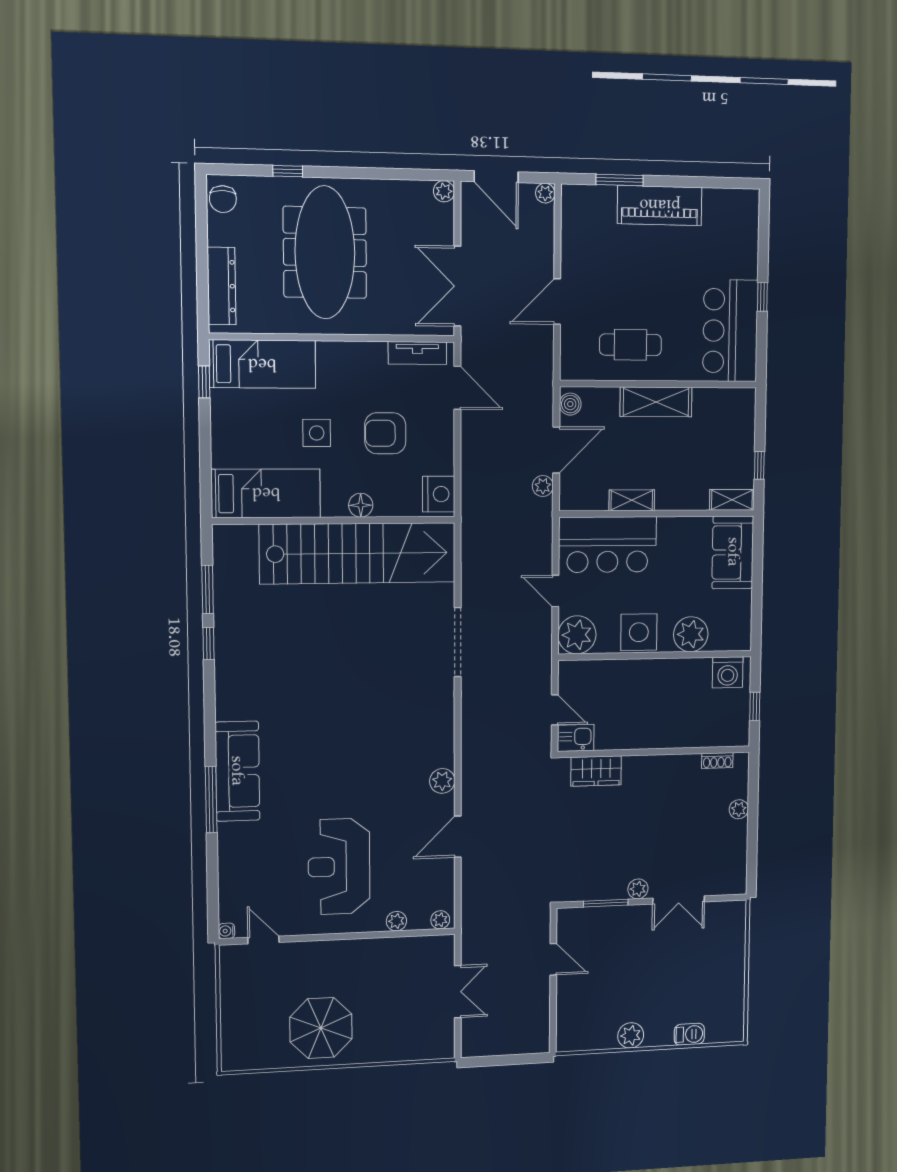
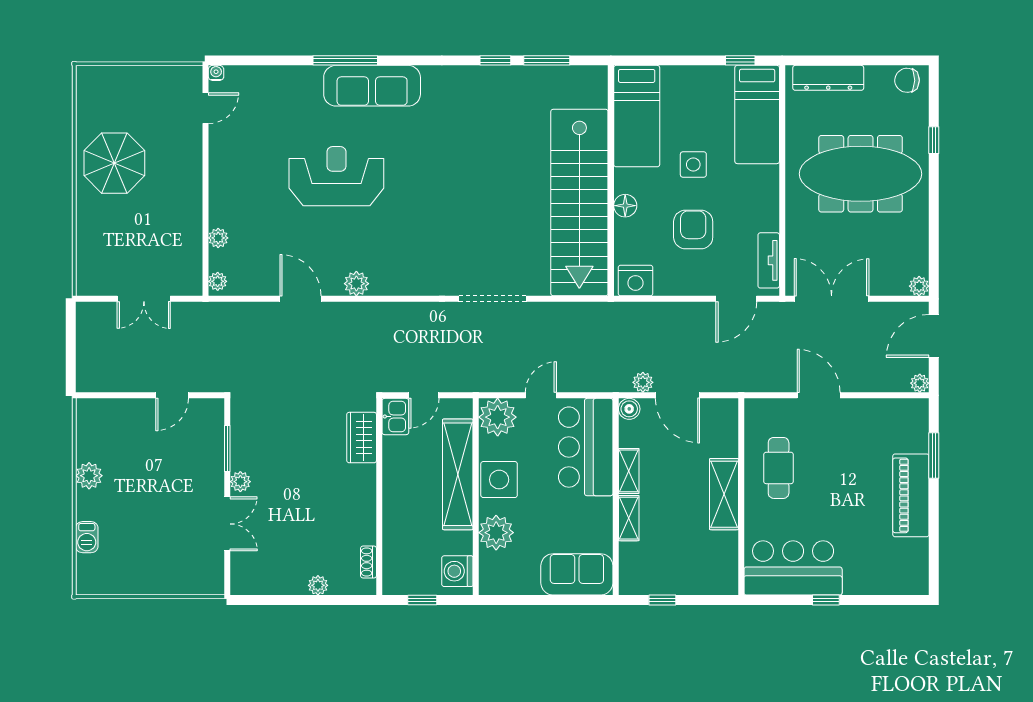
boiler: (570, 404) -> (629, 409), moved
shelving: (732, 500) -> (629, 518), moved
shelving: (633, 674) -> (458, 474), added
reception desk: (339, 866) -> (336, 176), moved
double door: (679, 900) -> (227, 524), swing flipped

